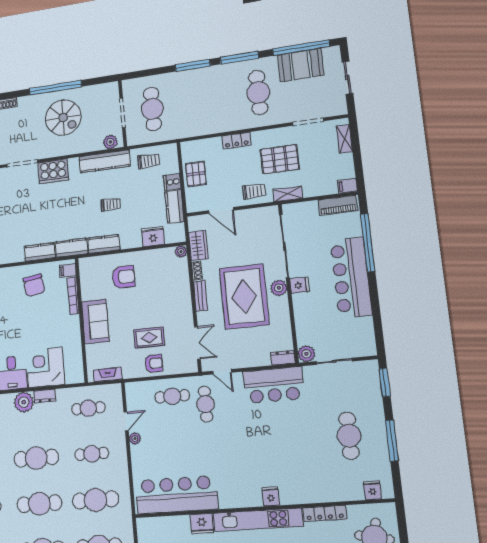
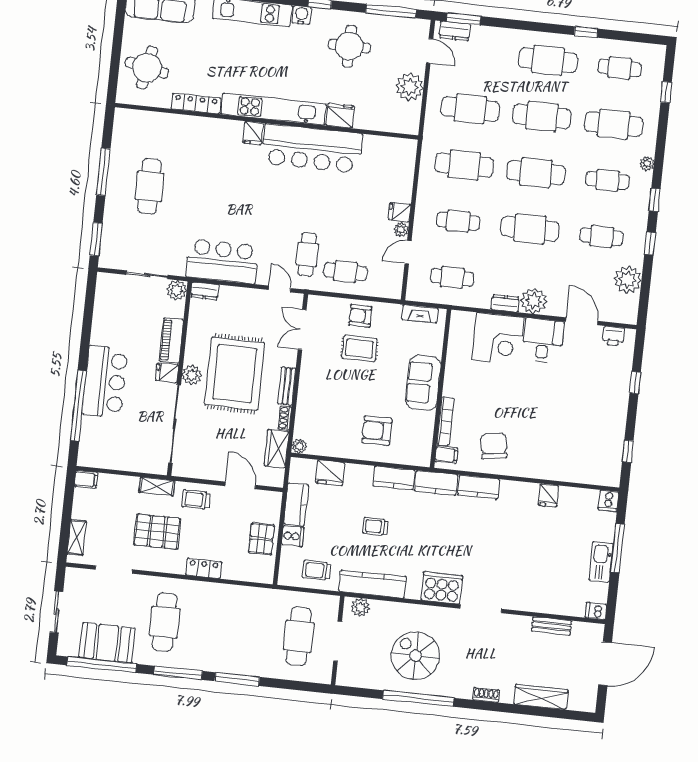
piano: (338, 205) -> (171, 340), moved, turned -90
bar counter: (351, 277) -> (105, 382), width x0.73
fridge: (372, 490) -> (400, 212), moved, turned 90
bar counter: (176, 495) -> (312, 149), moved

